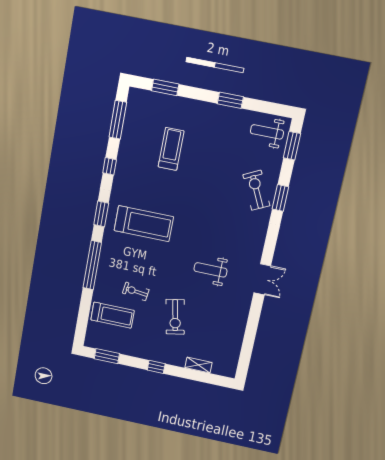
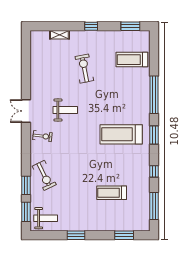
treadmill: (171, 149) -> (112, 193), turned 90
window: (280, 198) -> (26, 185), moved
exercise bike: (136, 291) -> (42, 136), moved

